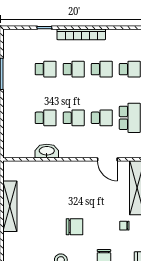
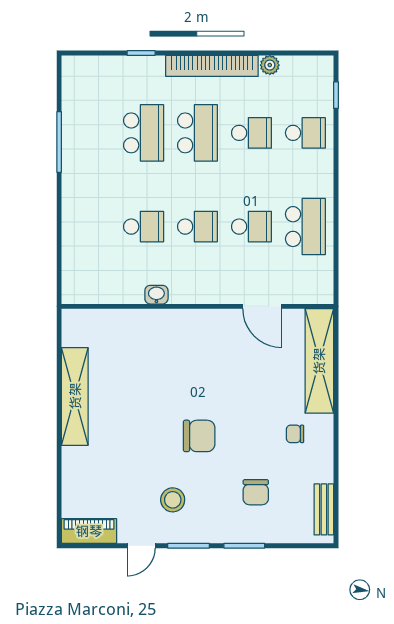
plant: (111, 34) -> (270, 65), added
school desk: (46, 69) -> (144, 133), width x1.85
school desk: (74, 69) -> (198, 133), width x1.85
washbasin: (47, 151) -> (156, 295), width x0.52, depth x0.69

